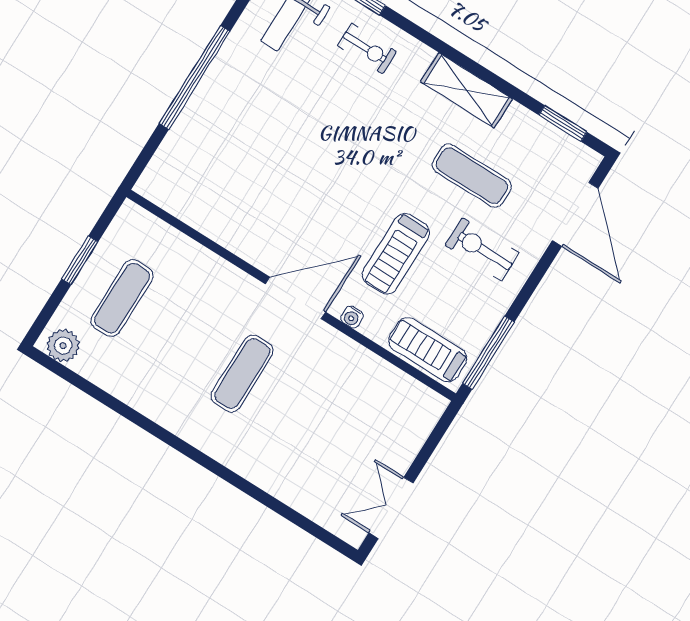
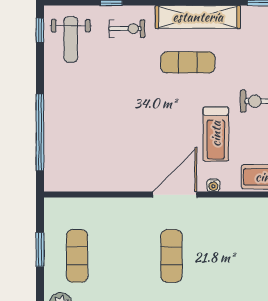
window: (195, 77) -> (40, 132), moved
shelving: (467, 90) -> (198, 17), width x1.47
exercise mat: (472, 176) -> (188, 62), moved

